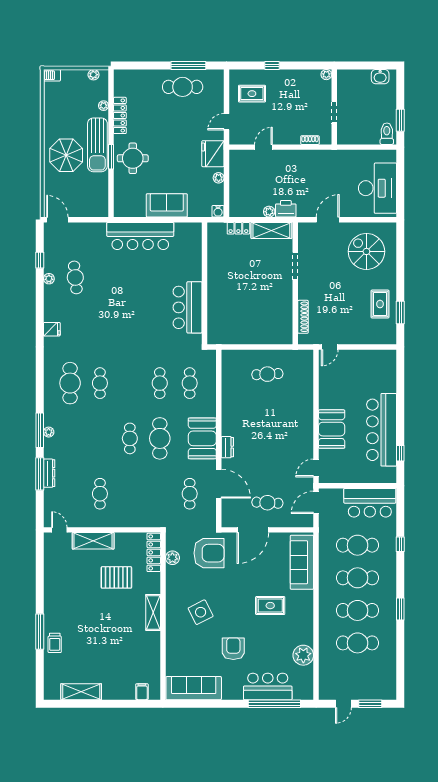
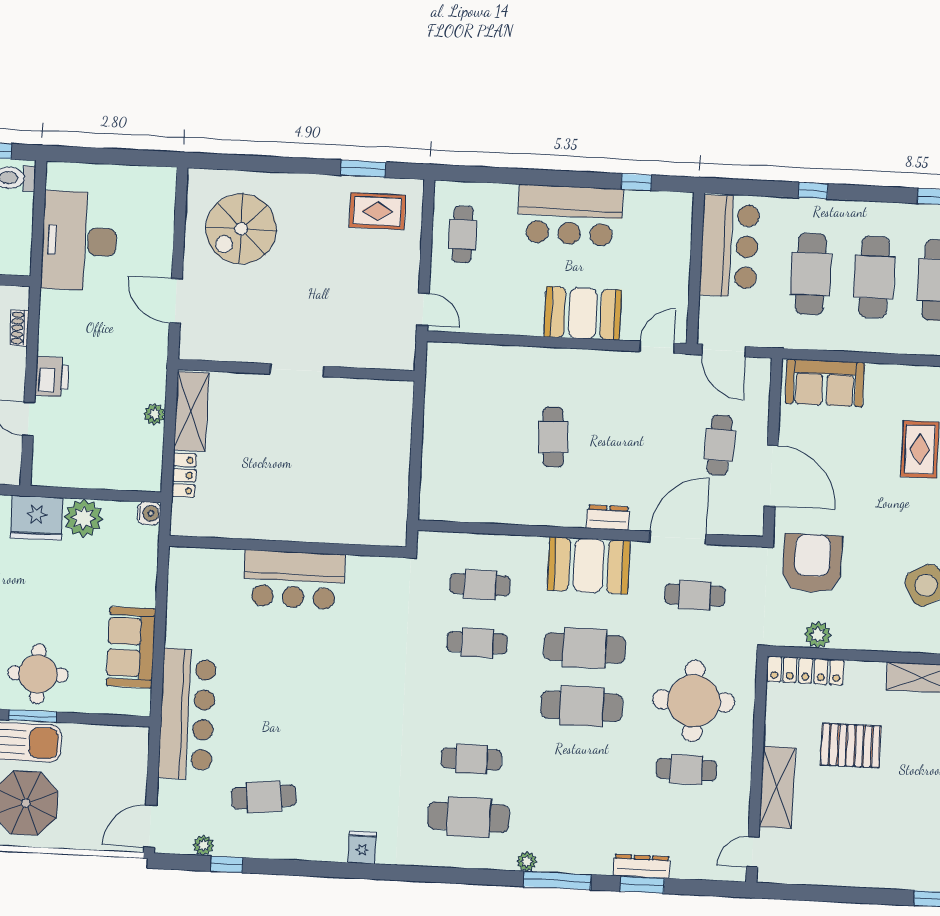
plant: (219, 178) -> (83, 518), width x1.88, depth x1.88
desk: (377, 188) -> (79, 241), moved, turned -90
sofa: (167, 205) -> (131, 647), moved
printer: (286, 209) -> (52, 377), moved, turned 180
bar counter: (140, 236) -> (187, 714), moved
doorway: (295, 266) -> (297, 370), moved
plant: (49, 279) -> (203, 845), moved
rug: (380, 304) -> (377, 211), moved
bar counter: (188, 307) -> (294, 580), moved
shoe rack: (303, 317) -> (362, 358), removed
cafe table: (369, 365) -> (463, 234), added
cafe table: (267, 374) -> (553, 437), moved
bar counter: (382, 430) -> (570, 215), width x0.73
plant: (49, 432) -> (527, 862), moved
cafe table: (130, 438) -> (582, 706), width x1.37, depth x1.35
door: (316, 468) -> (657, 347), swing flipped
window: (40, 474) -> (642, 885), width x0.69
round table: (135, 496) -> (694, 701), added
sofa: (302, 562) -> (825, 383), width x0.73
pallet: (116, 577) -> (851, 745), turned 90

